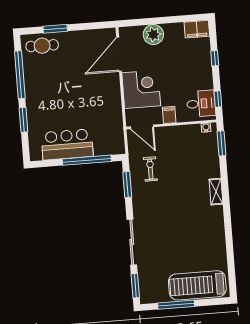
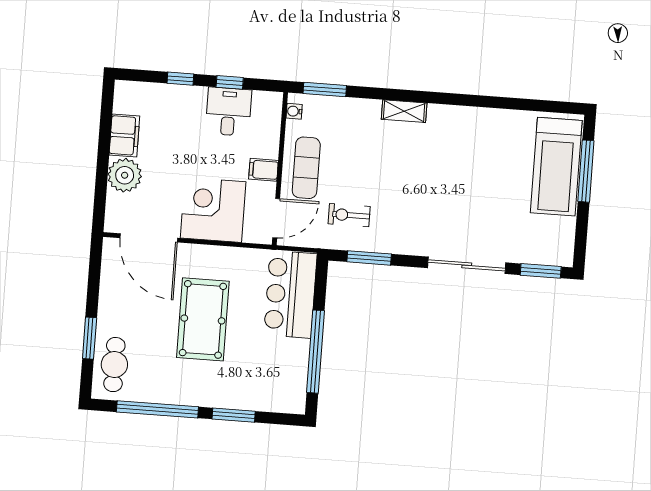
filing cabinet: (197, 29) -> (124, 136), moved
pool table: (76, 93) -> (203, 319), added
window: (218, 99) -> (230, 82), moved
desk: (201, 104) -> (229, 112), moved
exercise mat: (174, 140) -> (306, 168), added
bar counter: (67, 144) -> (290, 294), moved
window: (87, 160) -> (316, 352), moved
window: (176, 305) -> (586, 171), moved

